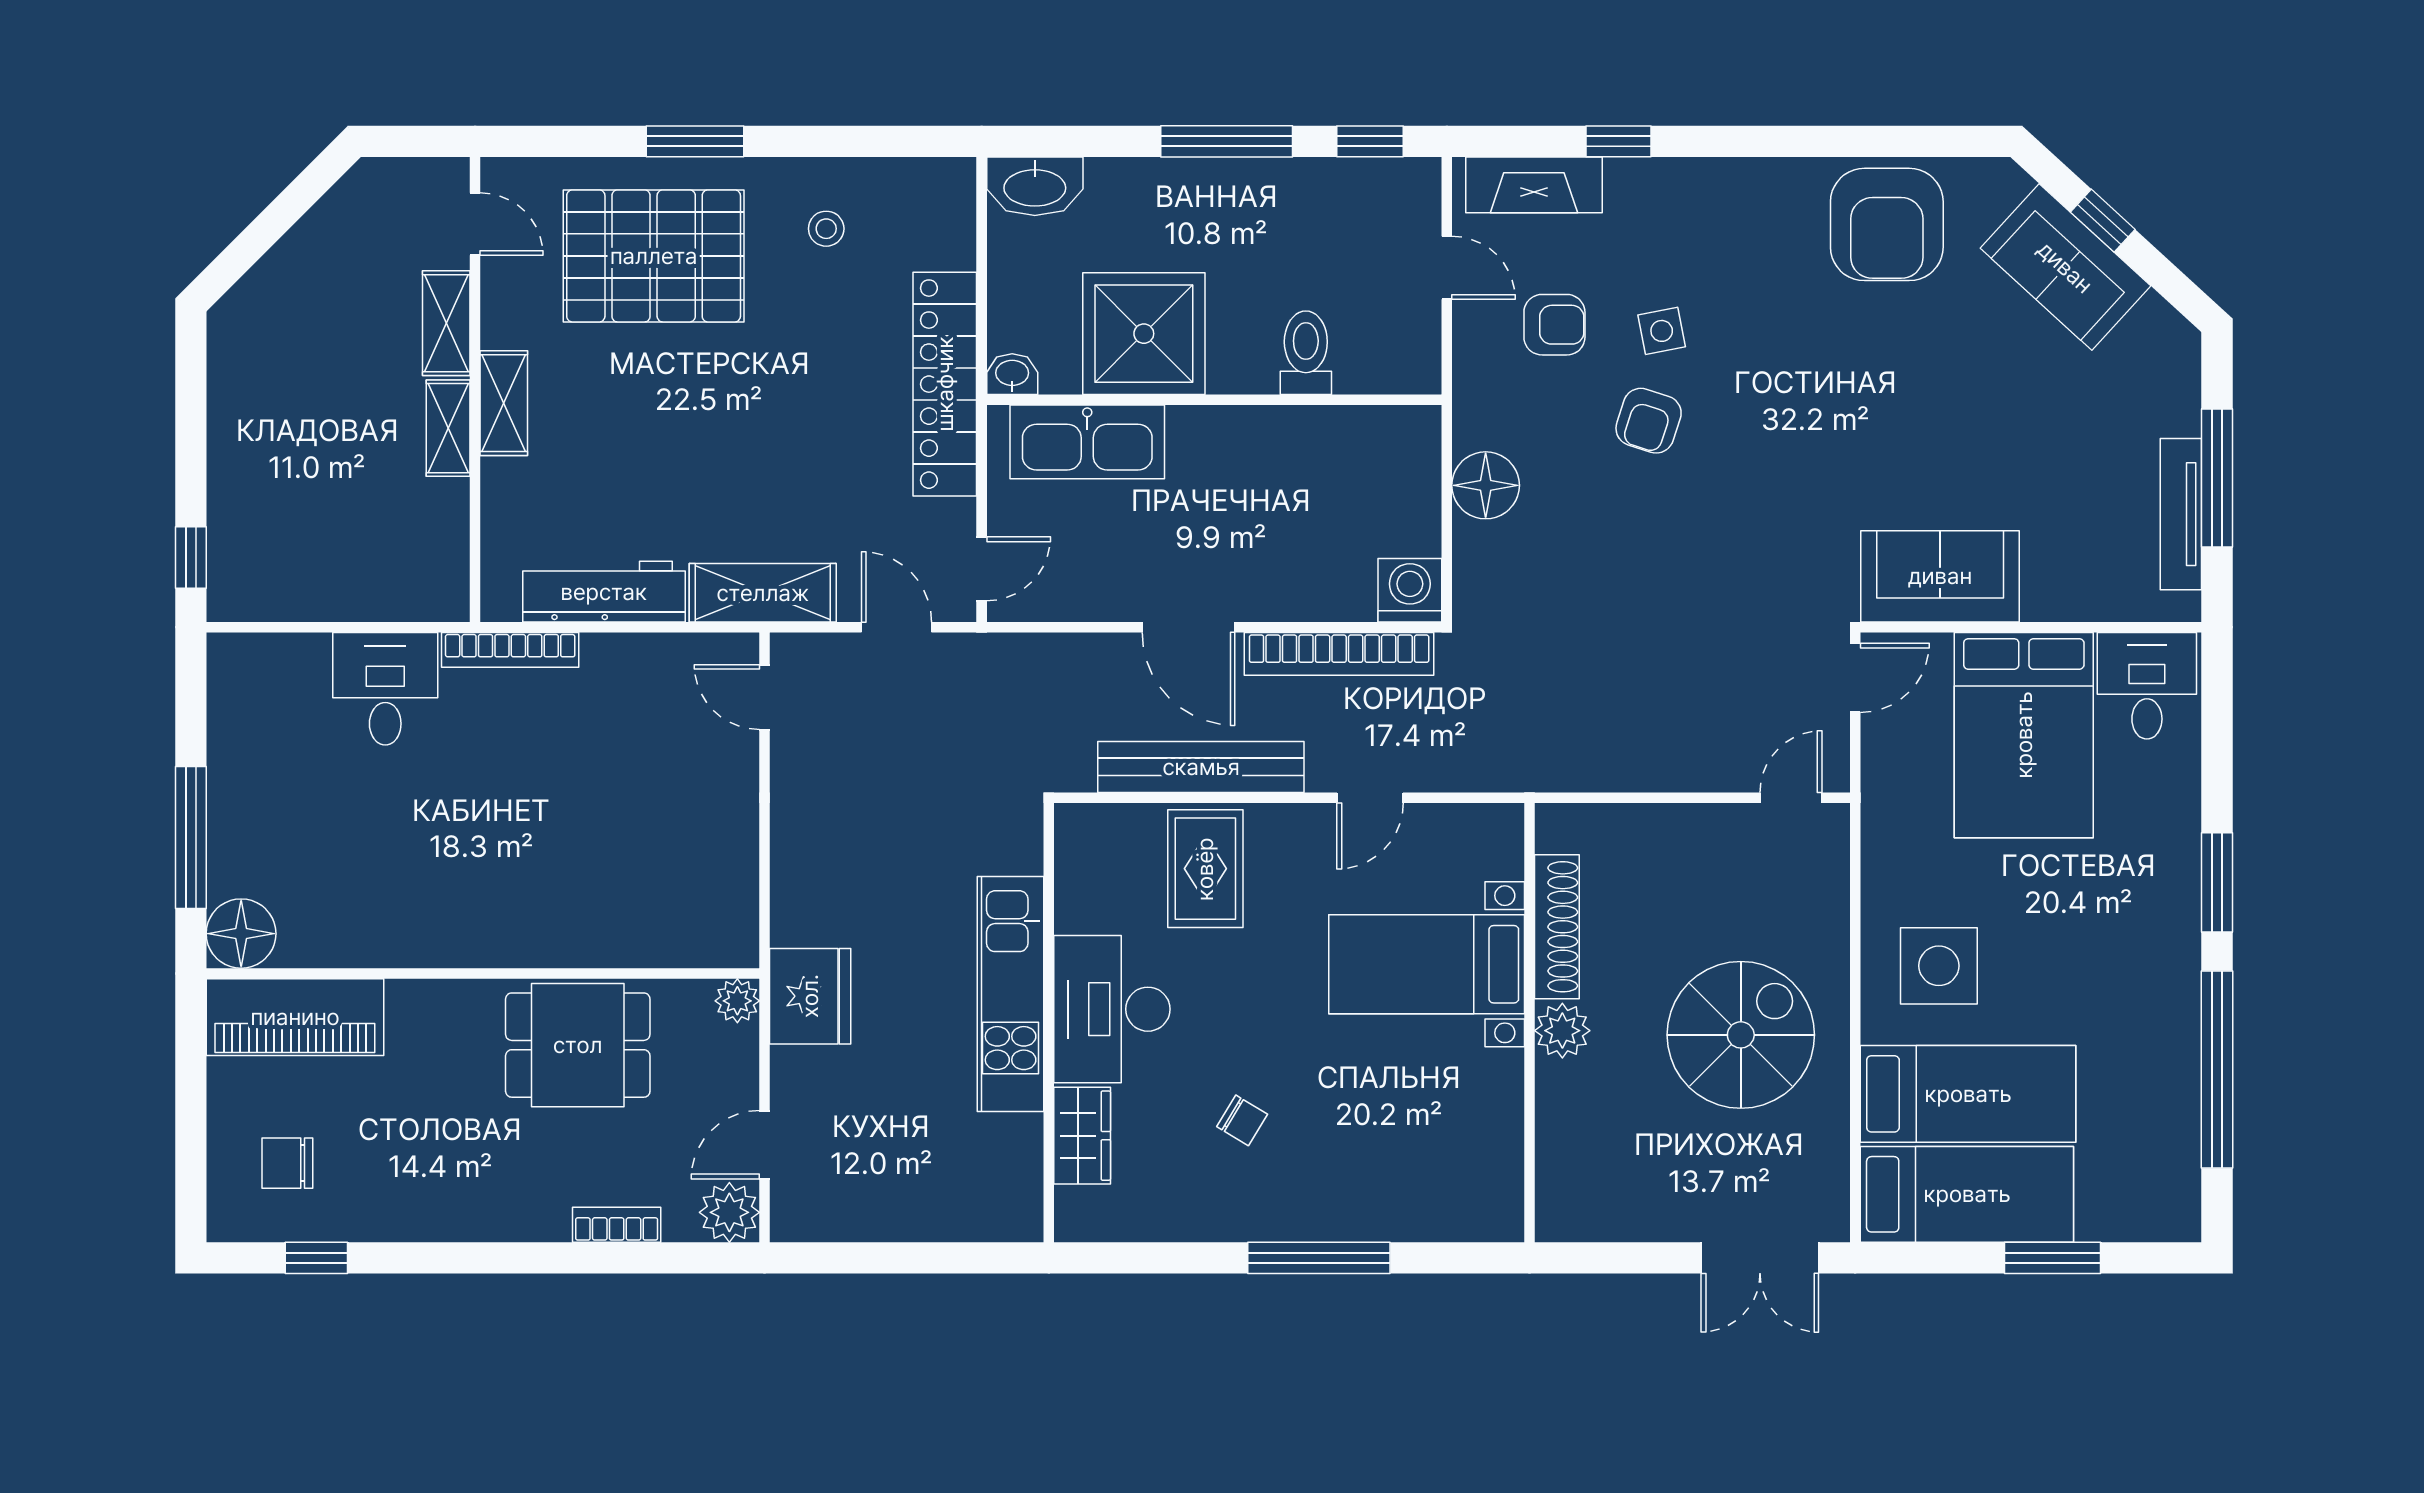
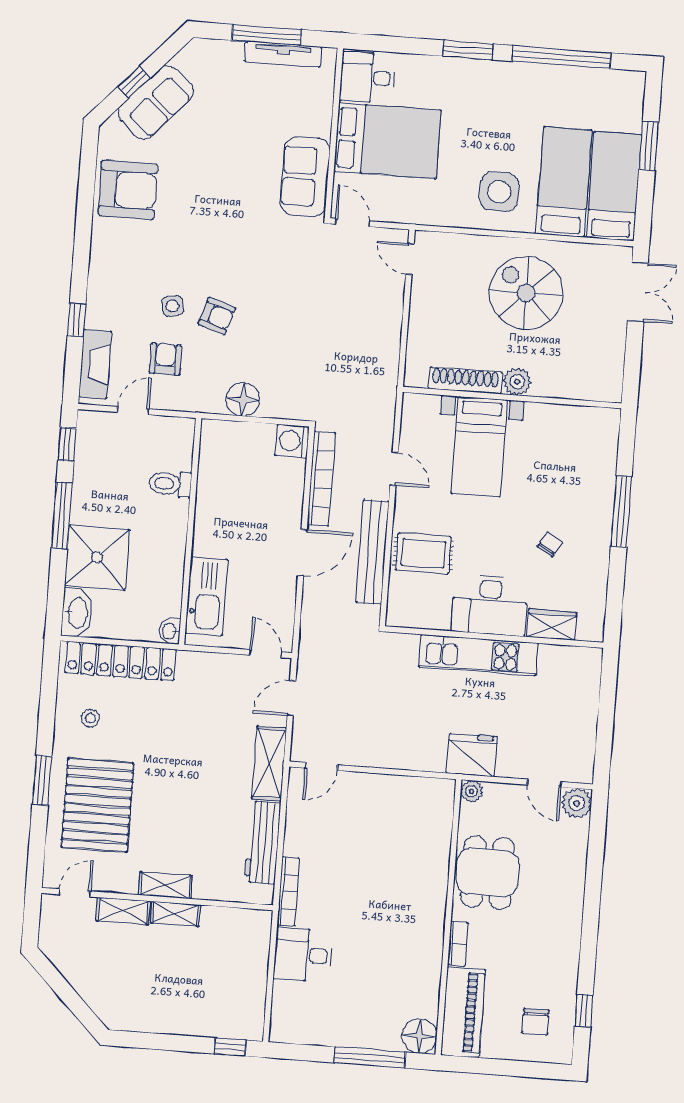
shower: (1144, 334) -> (97, 558), moved
locker: (945, 384) -> (121, 661), moved
bookcase: (617, 1225) -> (458, 943), moved, turned 180

